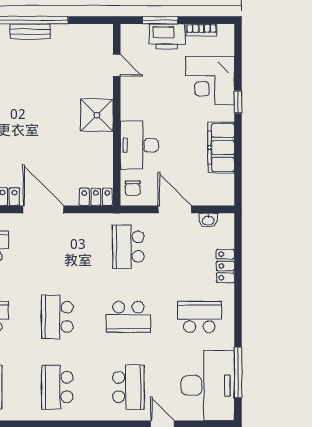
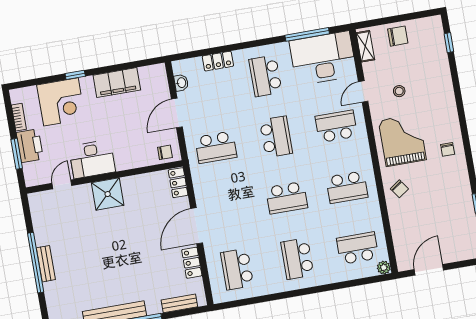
desk: (139, 145) -> (92, 159), moved

